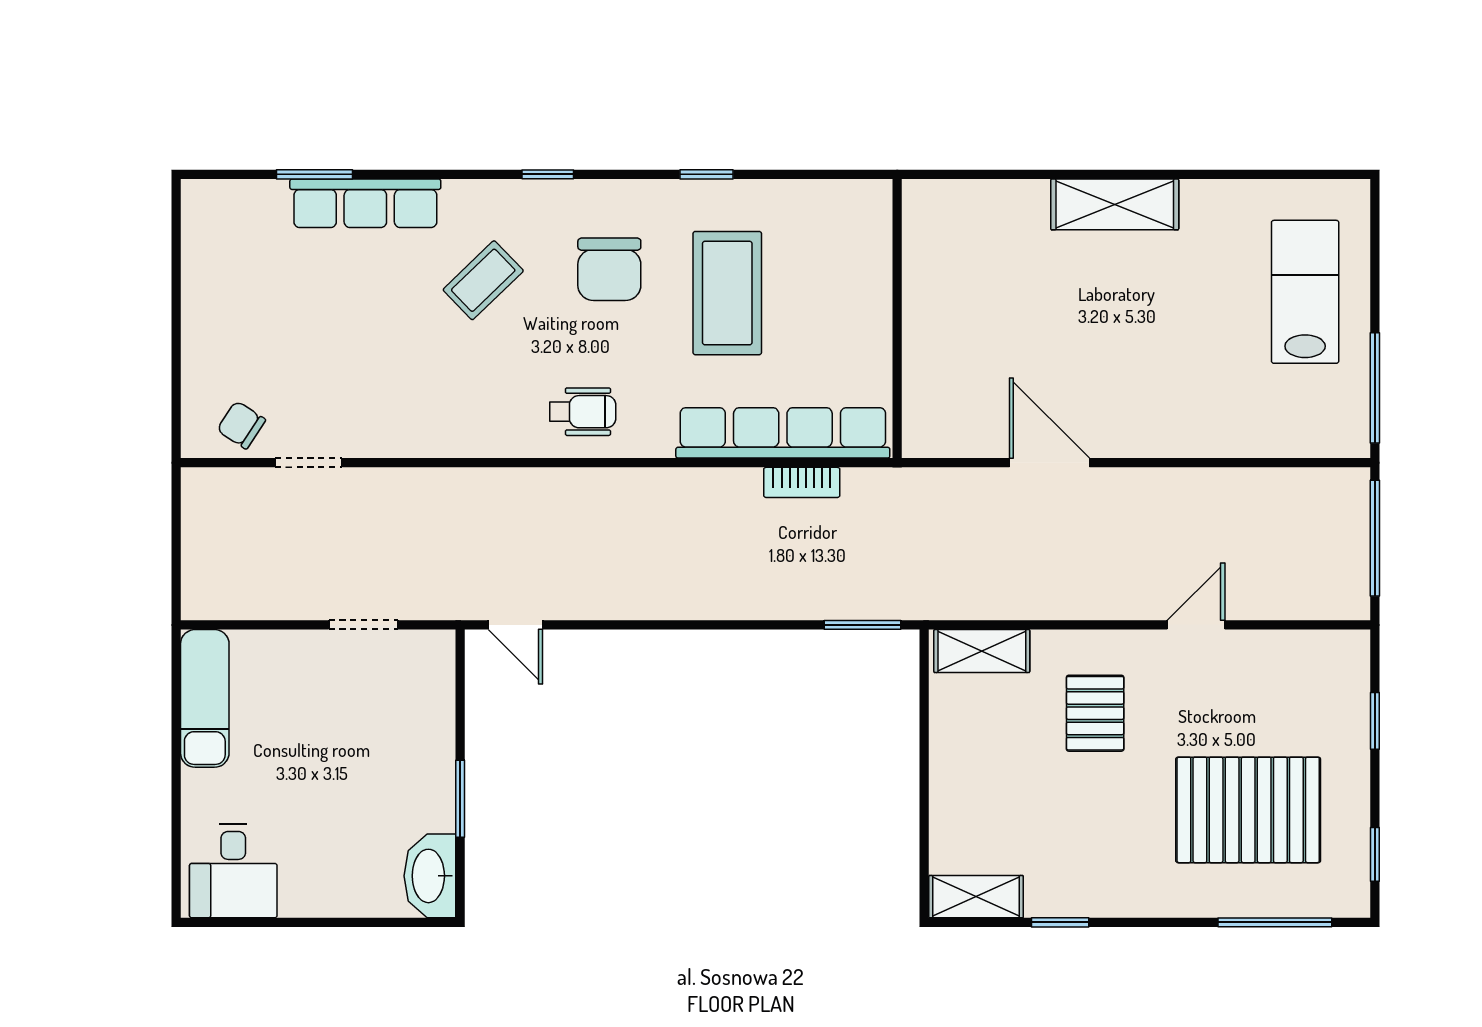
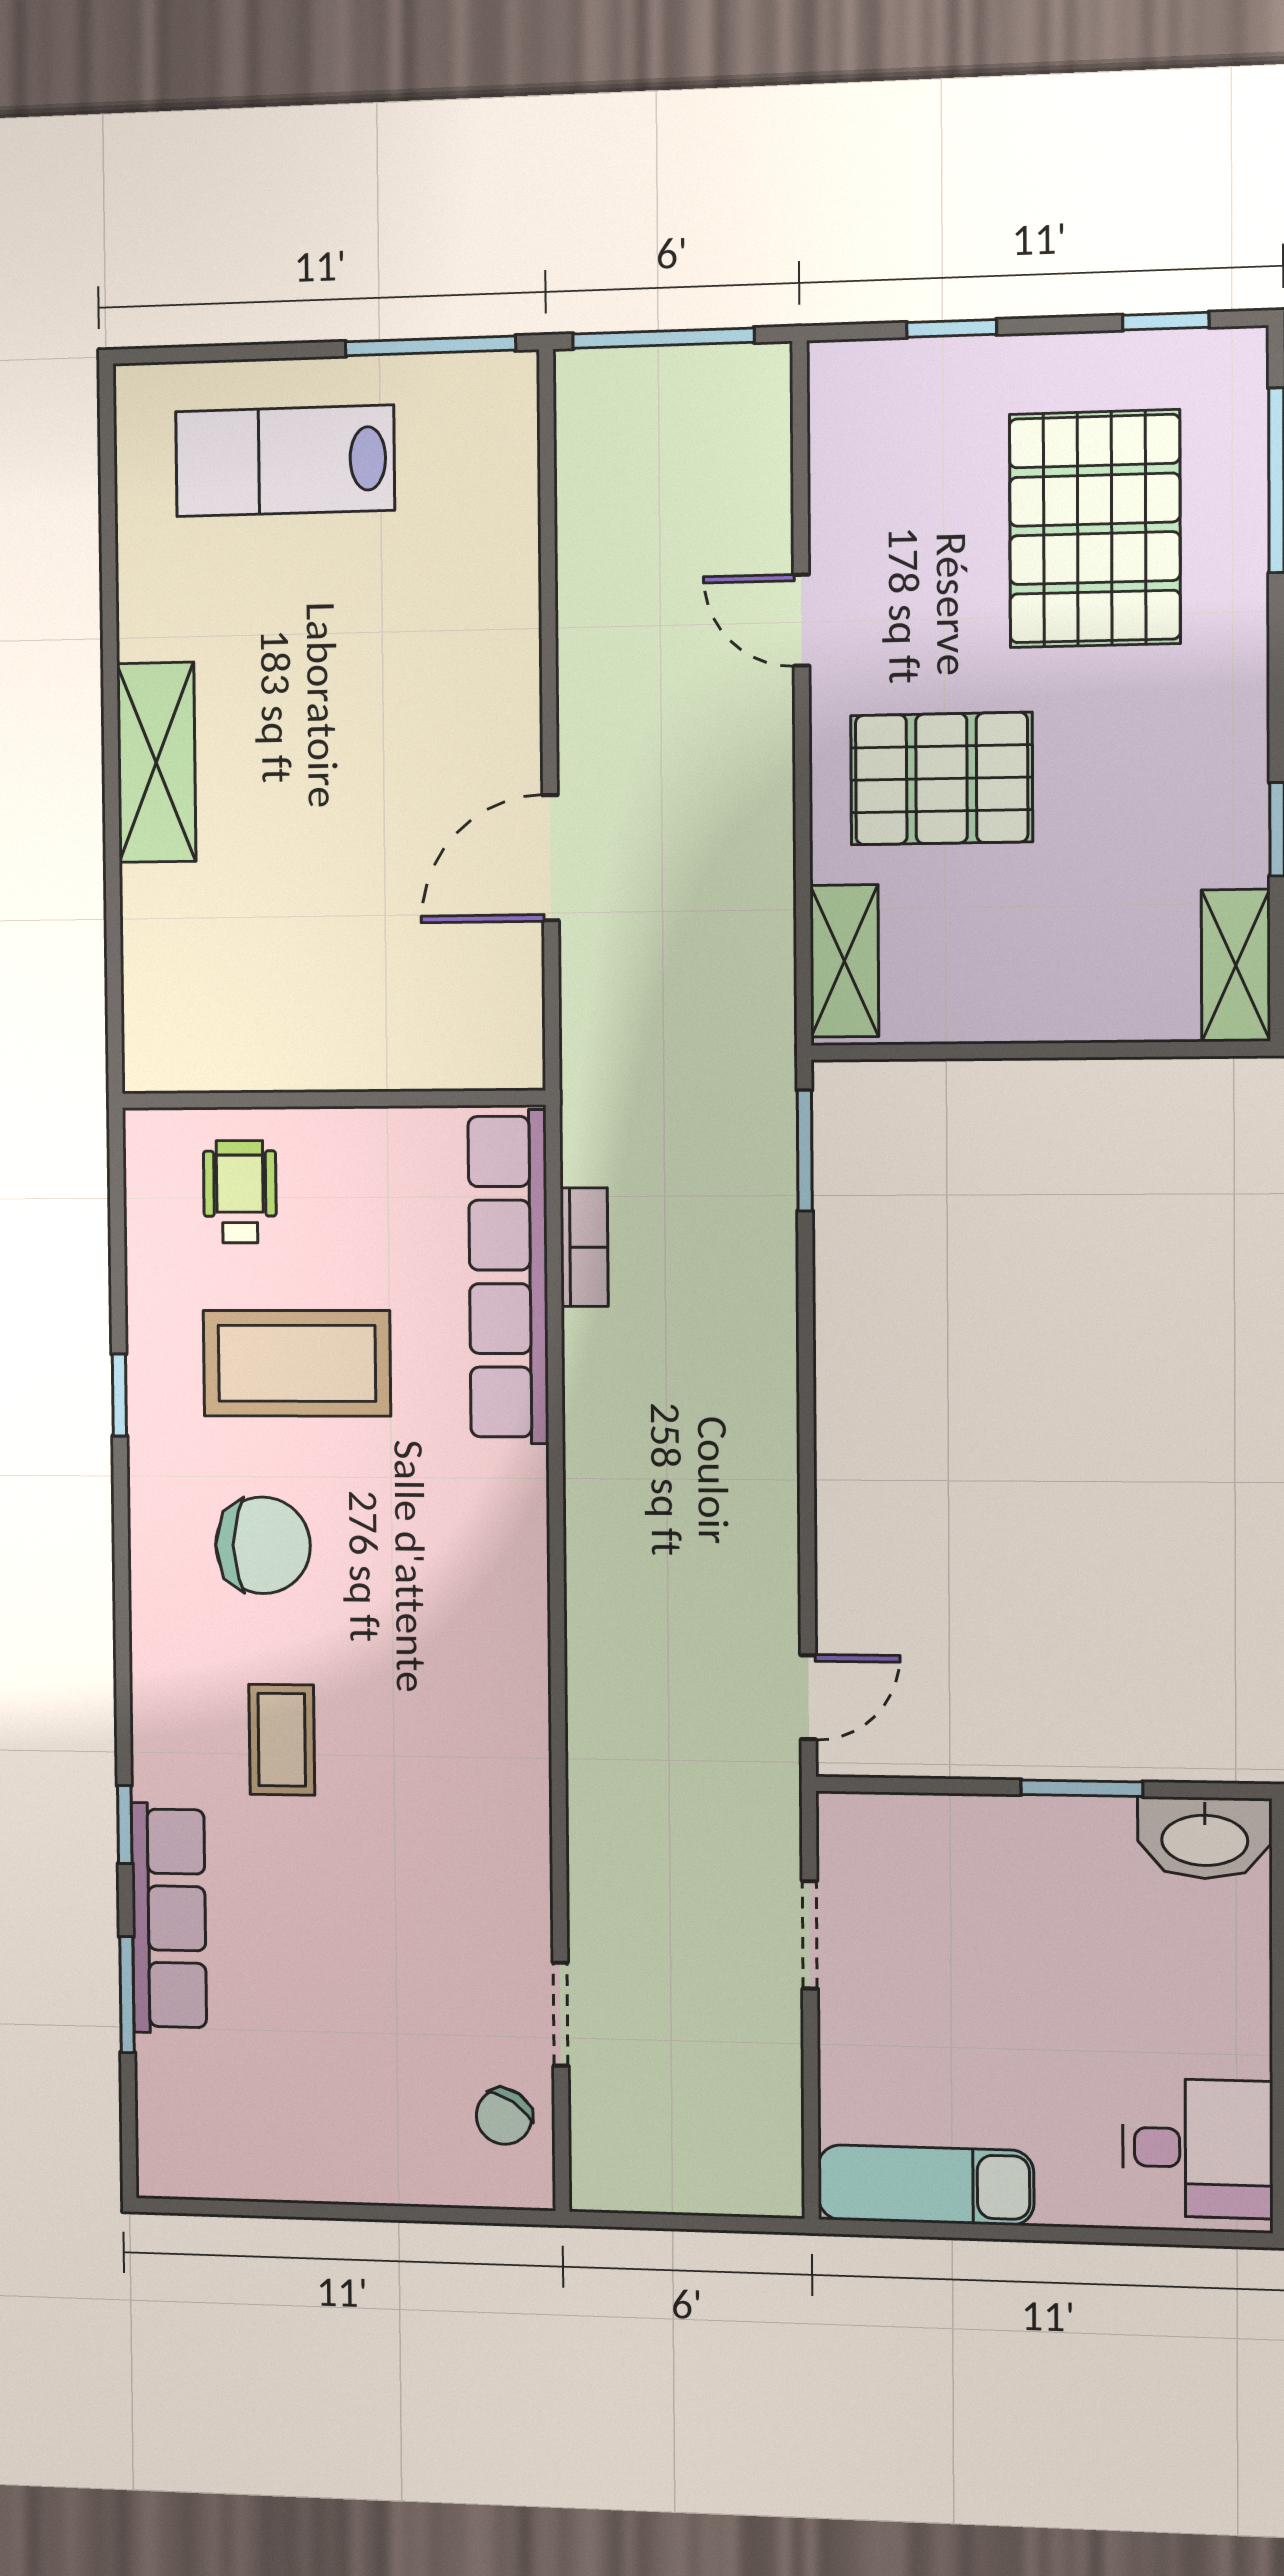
window: (548, 174) -> (125, 1825), moved
coffee table: (483, 280) -> (282, 1740), turned 44
wheelchair: (583, 412) -> (240, 1192), moved
pallet: (1095, 713) -> (942, 779), width x1.50, depth x1.42

